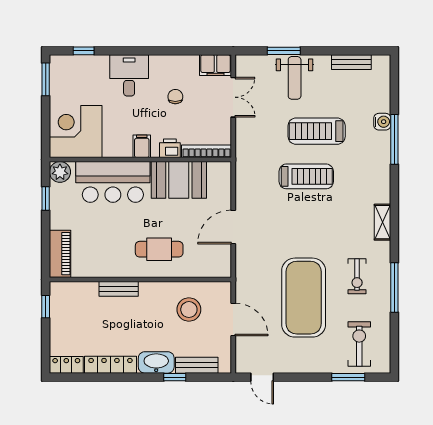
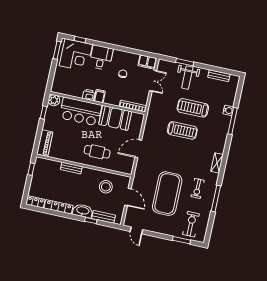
corner desk: (76, 132) -> (76, 55), moved, turned 180
printer: (170, 148) -> (89, 95), moved

